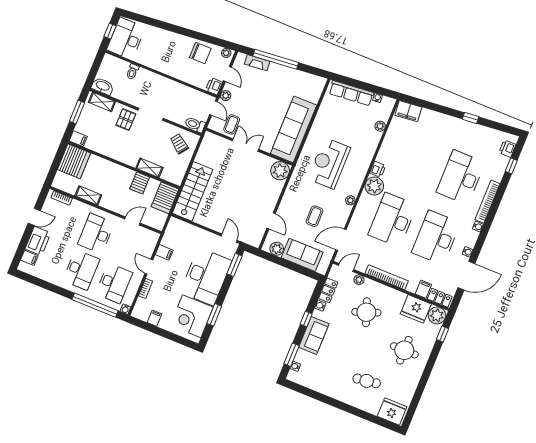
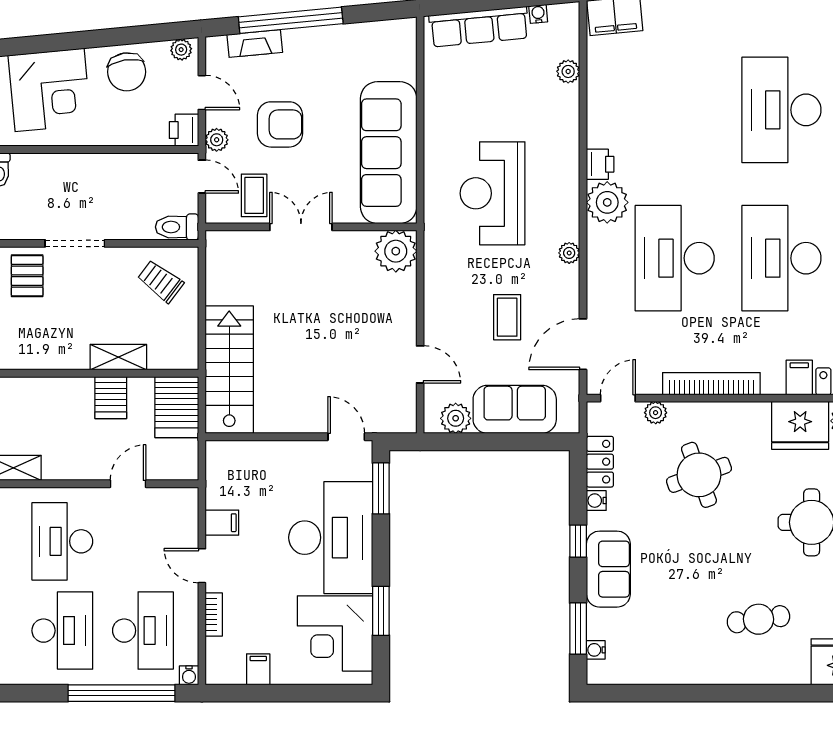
corner desk: (166, 48) -> (50, 90), added
chair: (200, 53) -> (127, 72), turned 81
armchair: (254, 100) -> (280, 124), added

